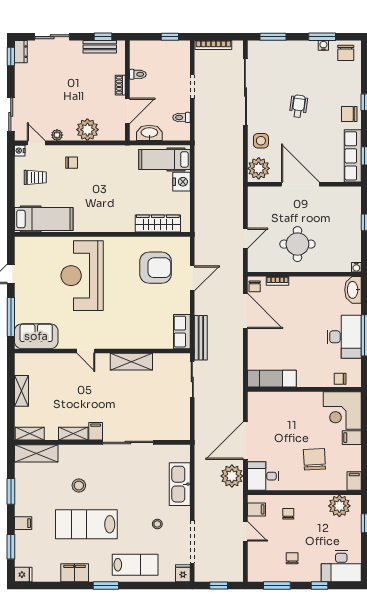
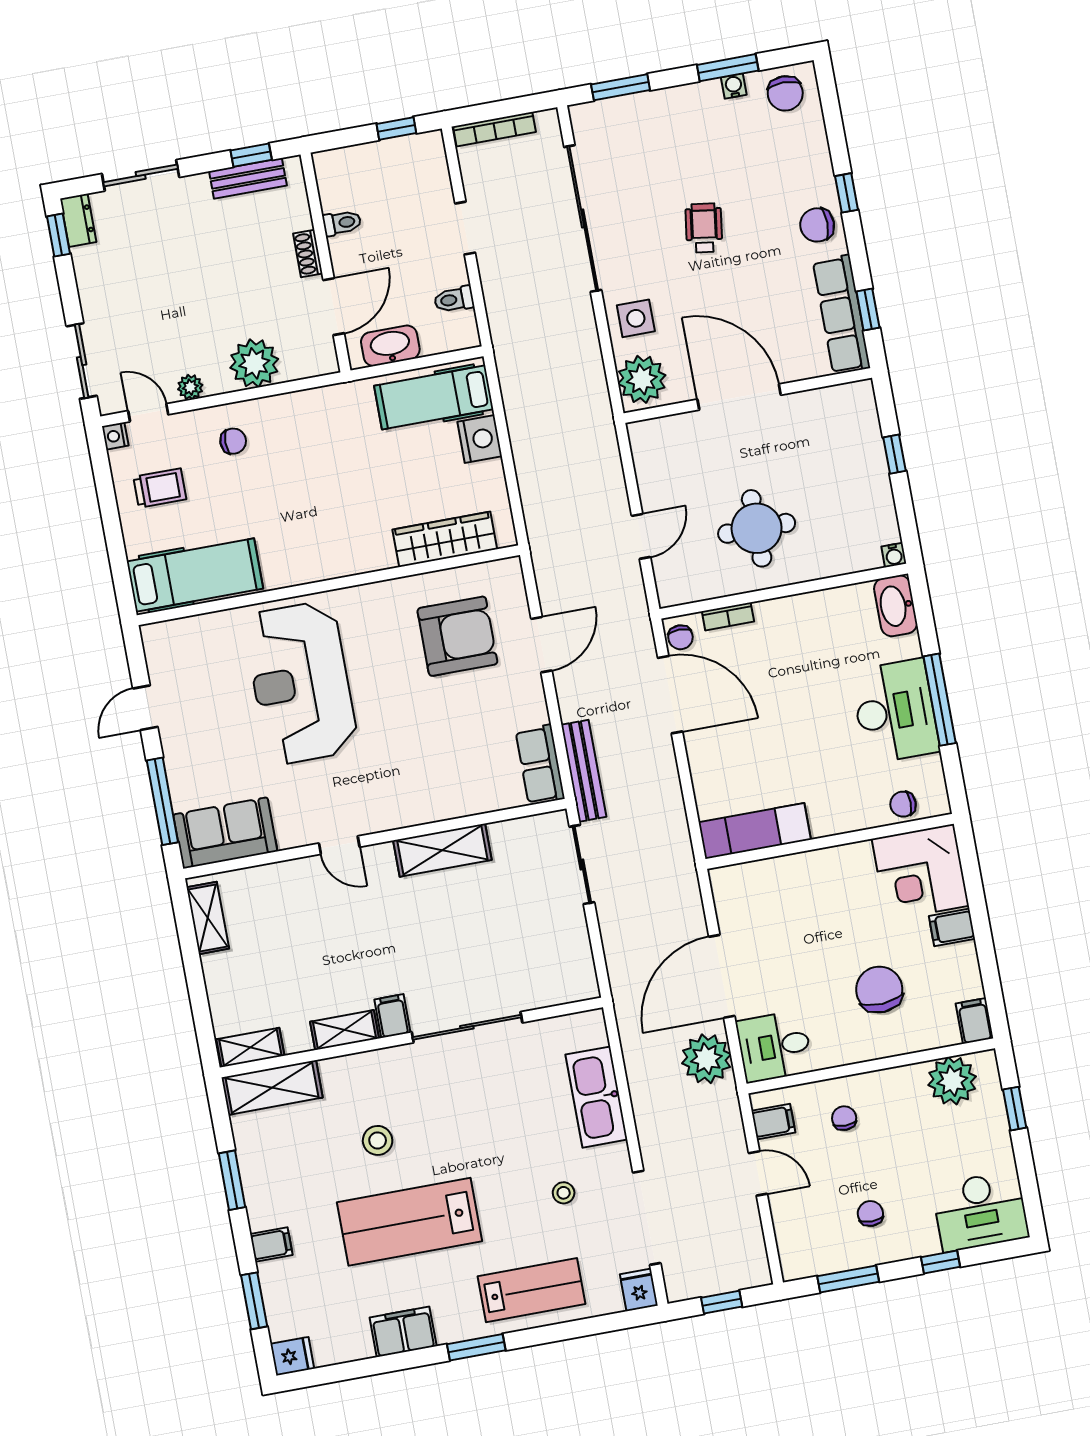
shelving: (21, 391) -> (208, 918), moved

